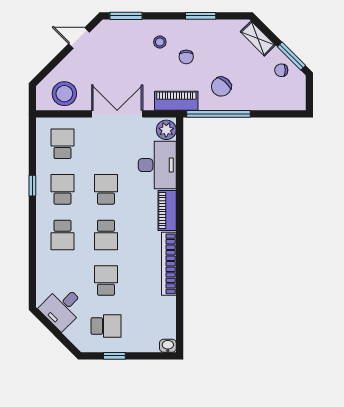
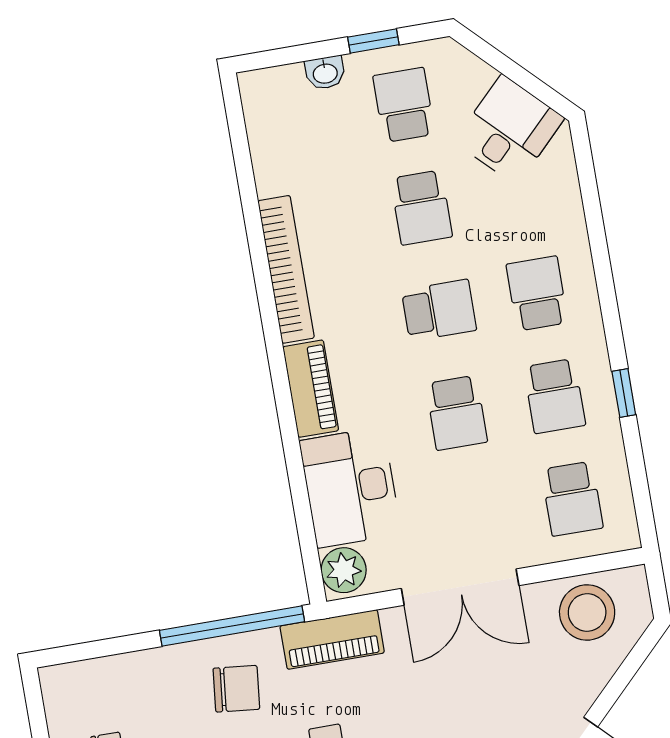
chair: (221, 87) -> (236, 689), turned 56
school desk: (106, 235) -> (439, 310), turned 90
school desk: (106, 326) -> (404, 105), turned 90
washbasin: (168, 346) -> (325, 73), moved

